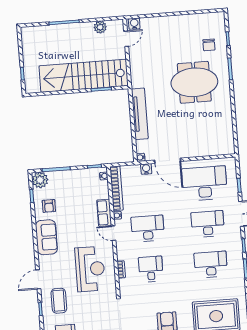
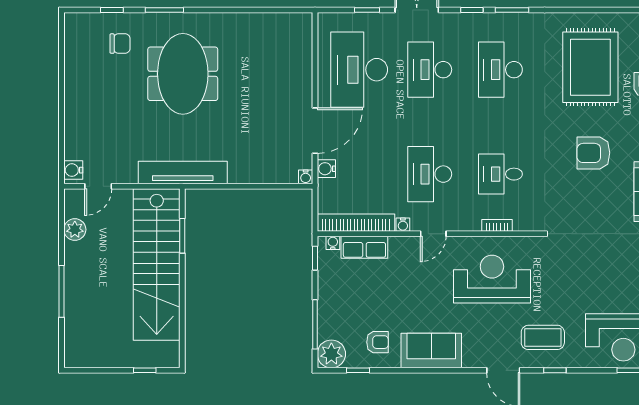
door: (126, 39) -> (98, 186), swing flipped
tv unit: (140, 114) -> (183, 173), moved
row of seats: (104, 213) -> (364, 247), moved

